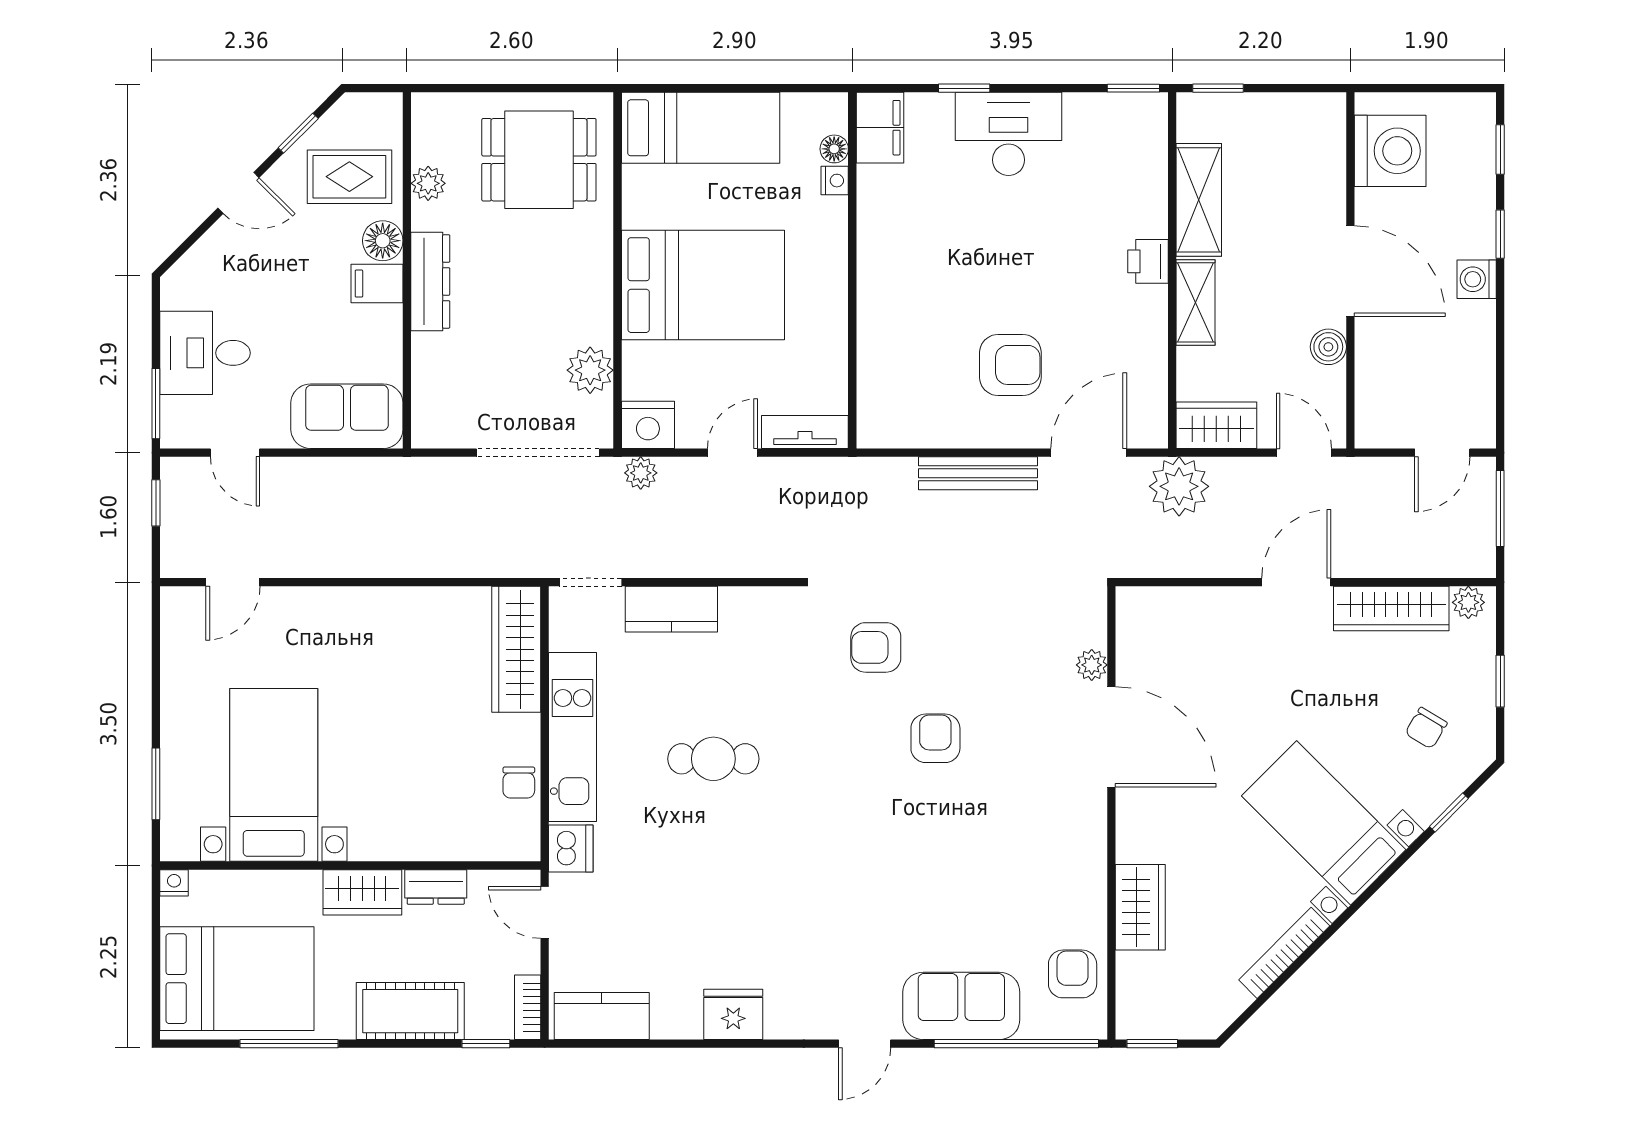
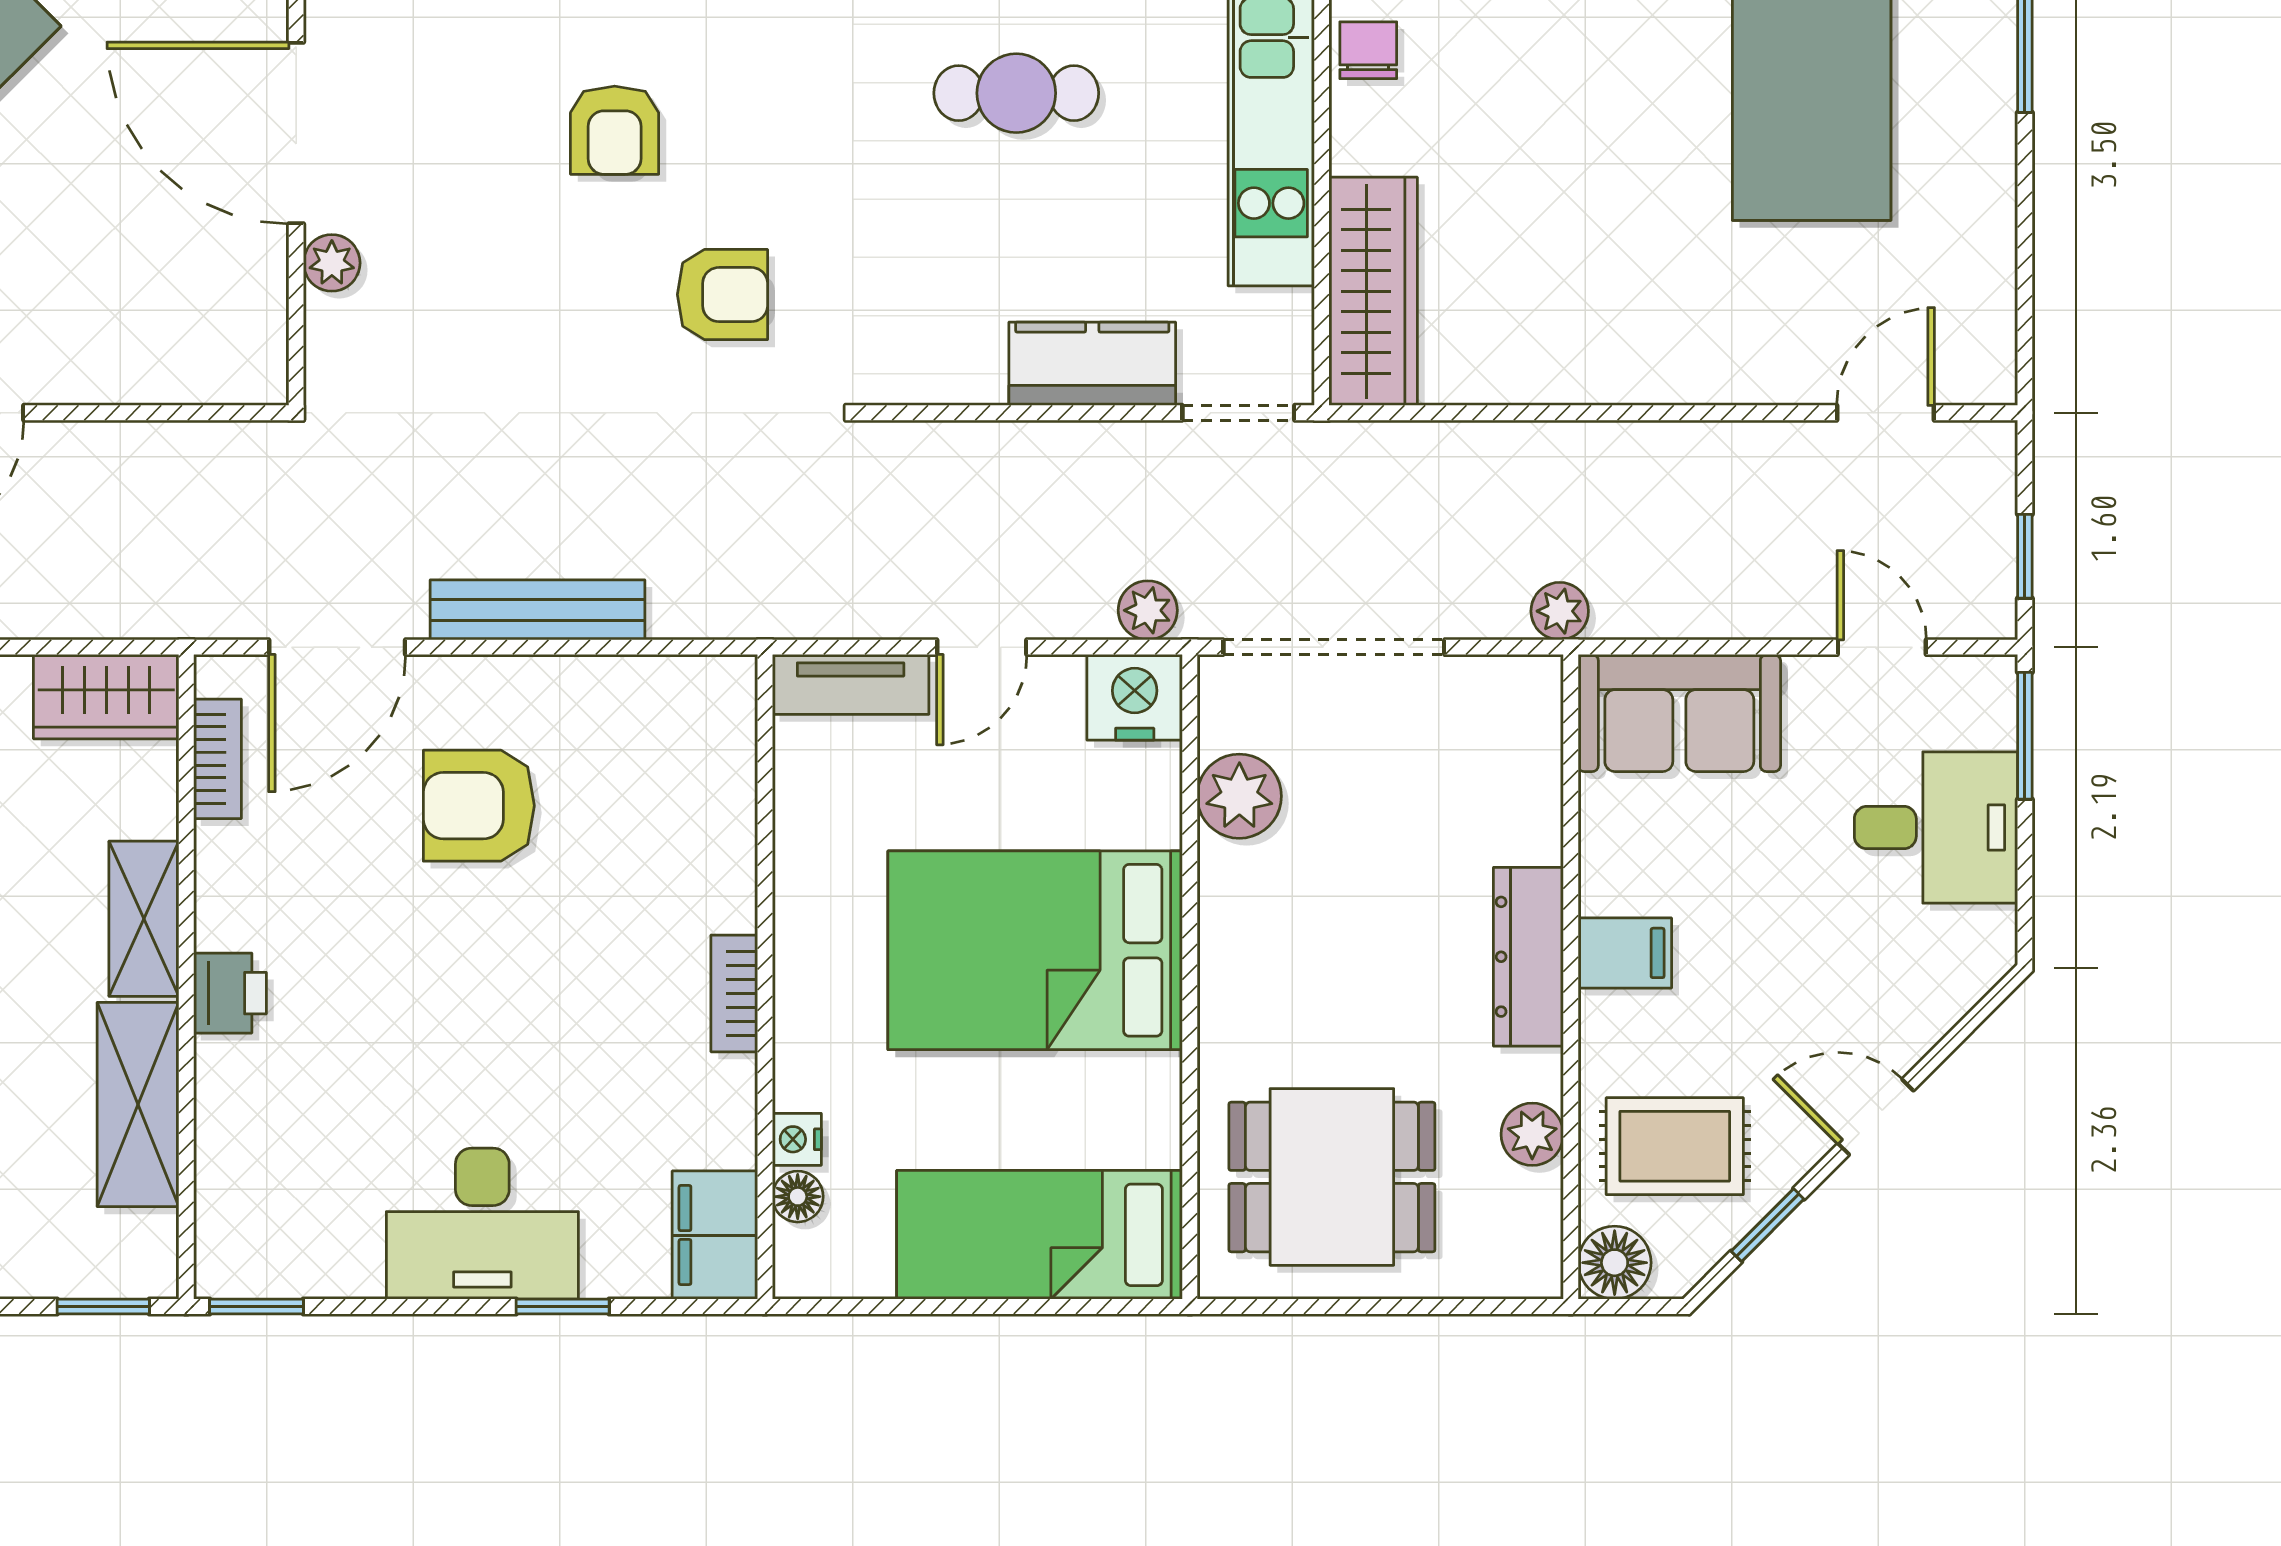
floor lamp: (383, 241) -> (1615, 1263), moved
bookcase: (869, 261) -> (734, 993), added
bookcase: (1155, 391) -> (217, 759), added
plant: (1179, 486) -> (1560, 611), moved, width x0.53, depth x0.53

